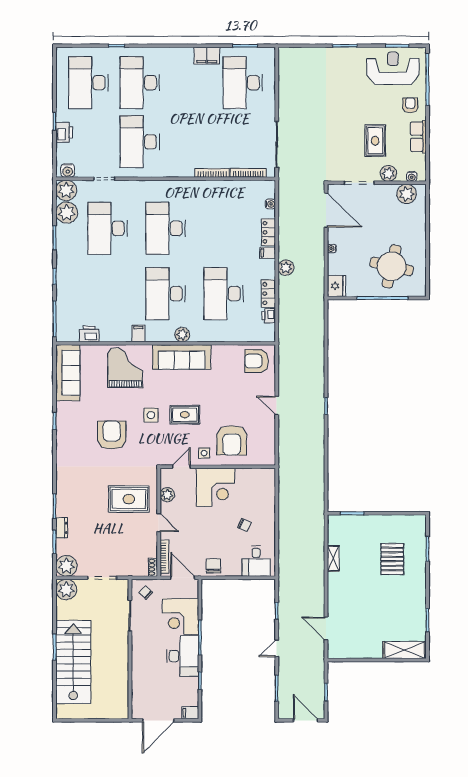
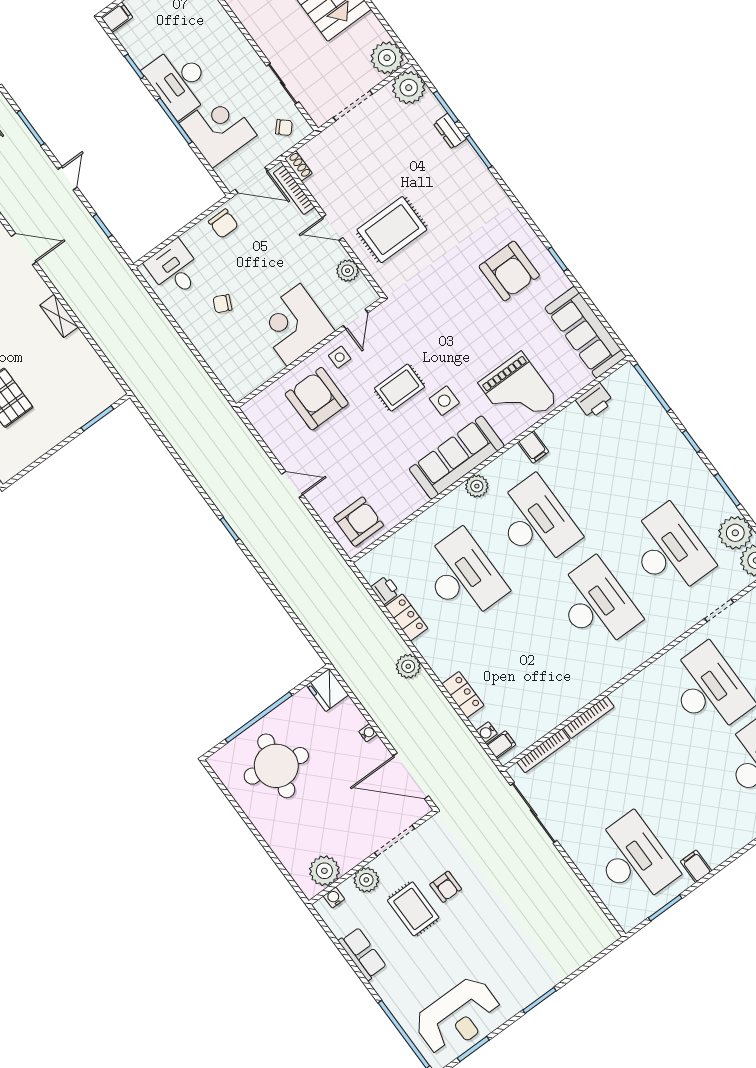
filing cabinet: (207, 56) -> (696, 866), width x0.50
armchair: (410, 105) -> (446, 887), moved
filing cabinet: (268, 253) -> (501, 745), moved
side table: (151, 415) -> (444, 401), moved
armchair: (112, 435) -> (509, 271), moved
shelving: (333, 558) -> (59, 316), moved

